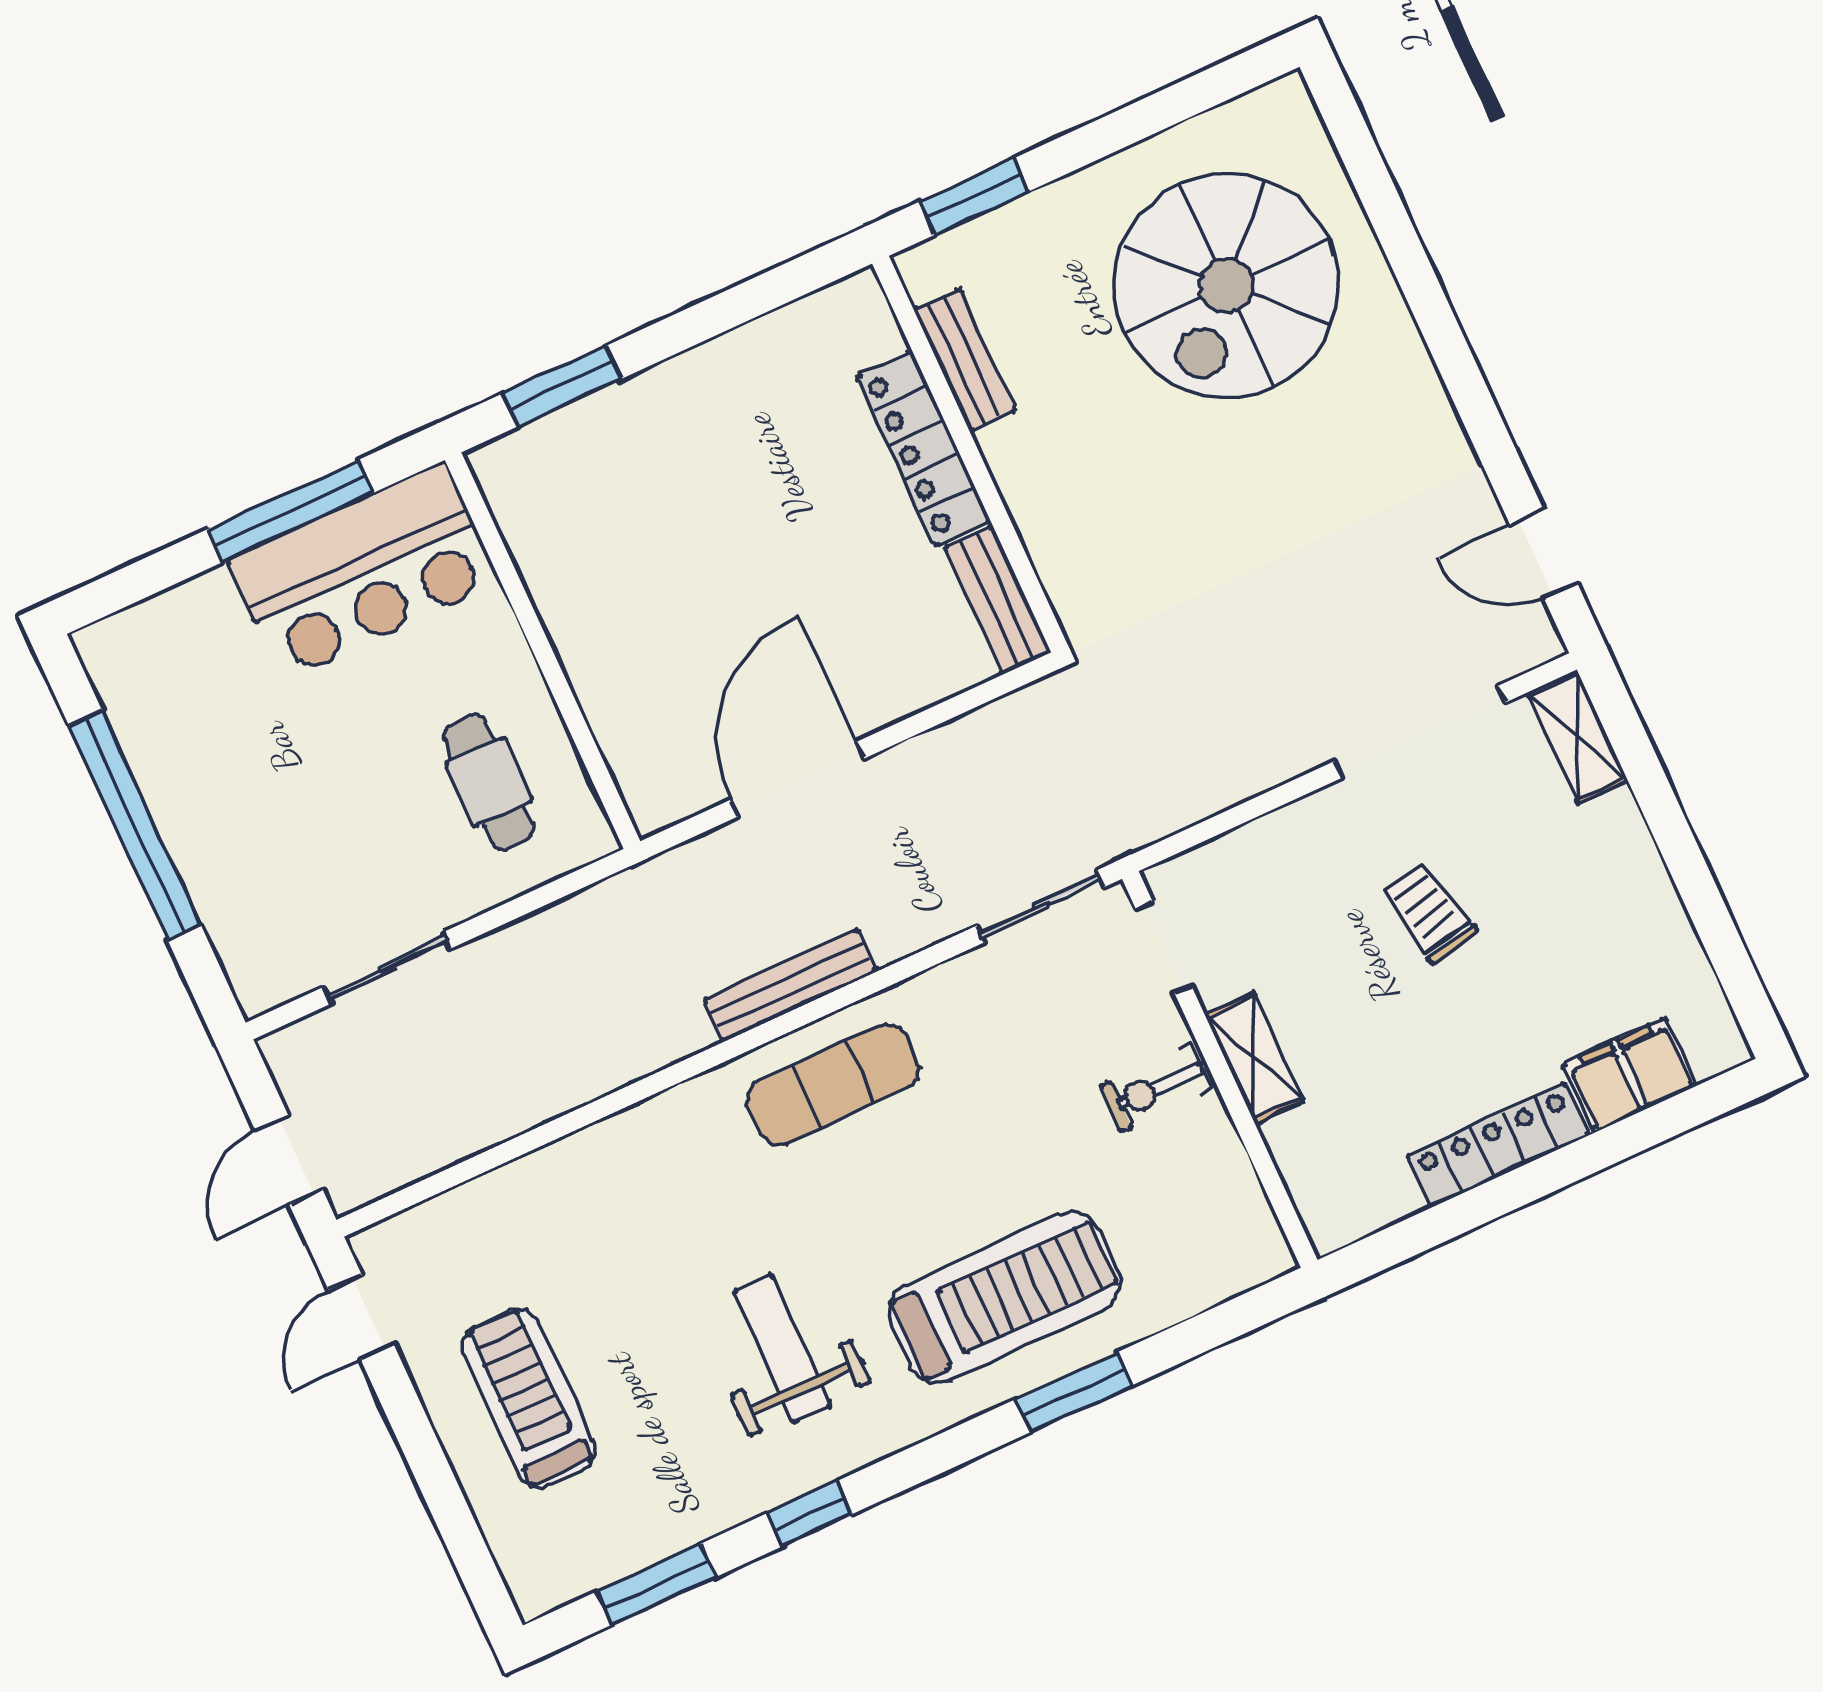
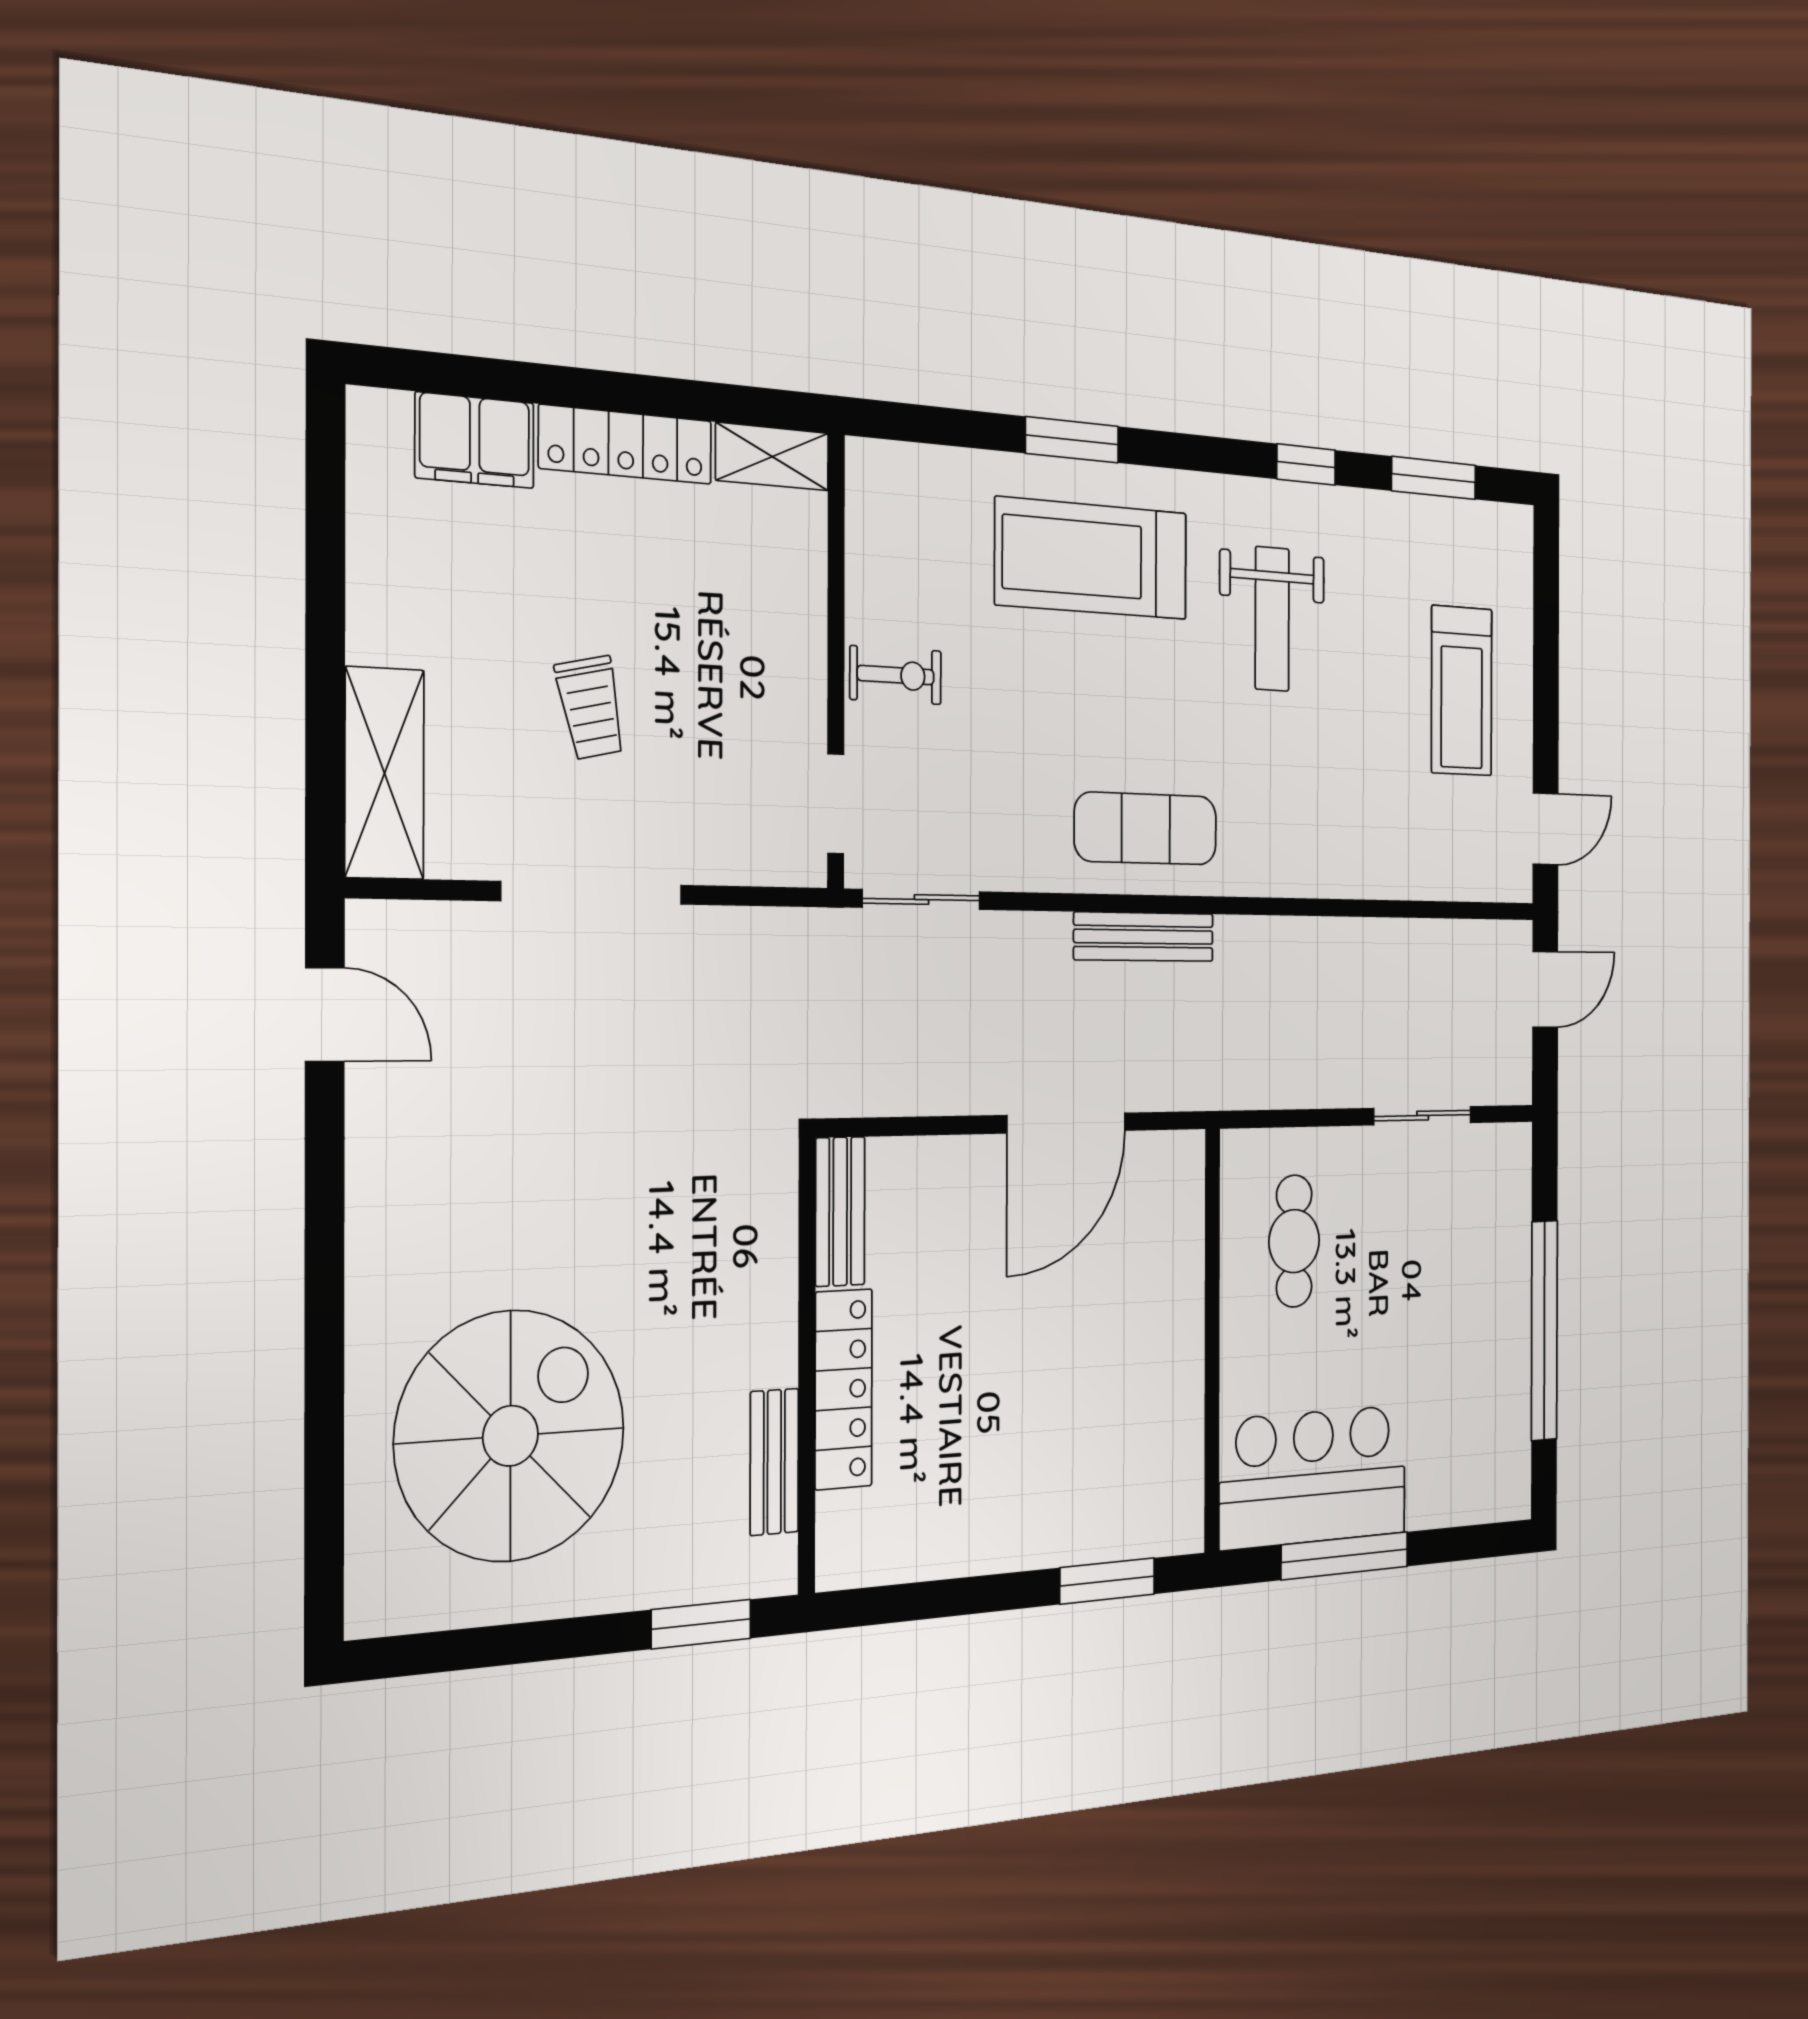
doorway: (1420, 732) -> (592, 893), moved
shelving: (1577, 737) -> (385, 773), width x1.50, depth x1.33
shelving: (1254, 1058) -> (772, 457), moved, turned 90

